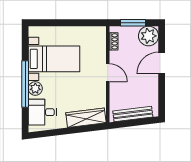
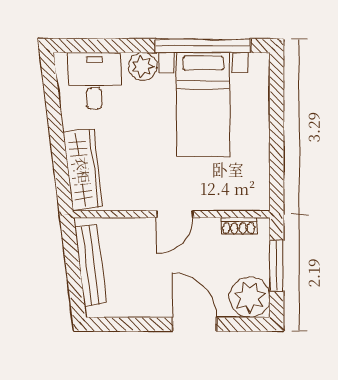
window: (25, 84) -> (203, 46), moved

